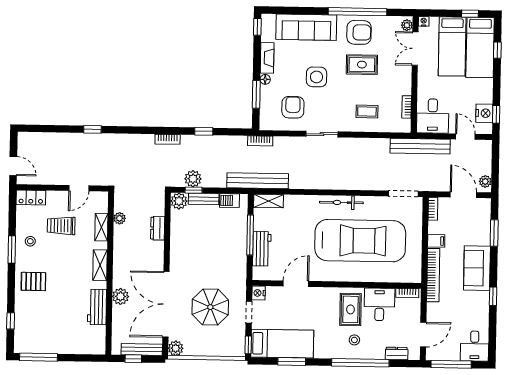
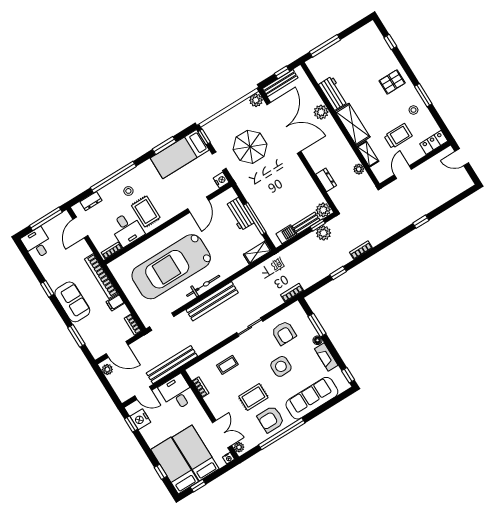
bench: (258, 181) -> (212, 301), moved
shelving: (100, 265) -> (353, 124), width x1.50, depth x1.33
window: (38, 357) -> (325, 46), moved

